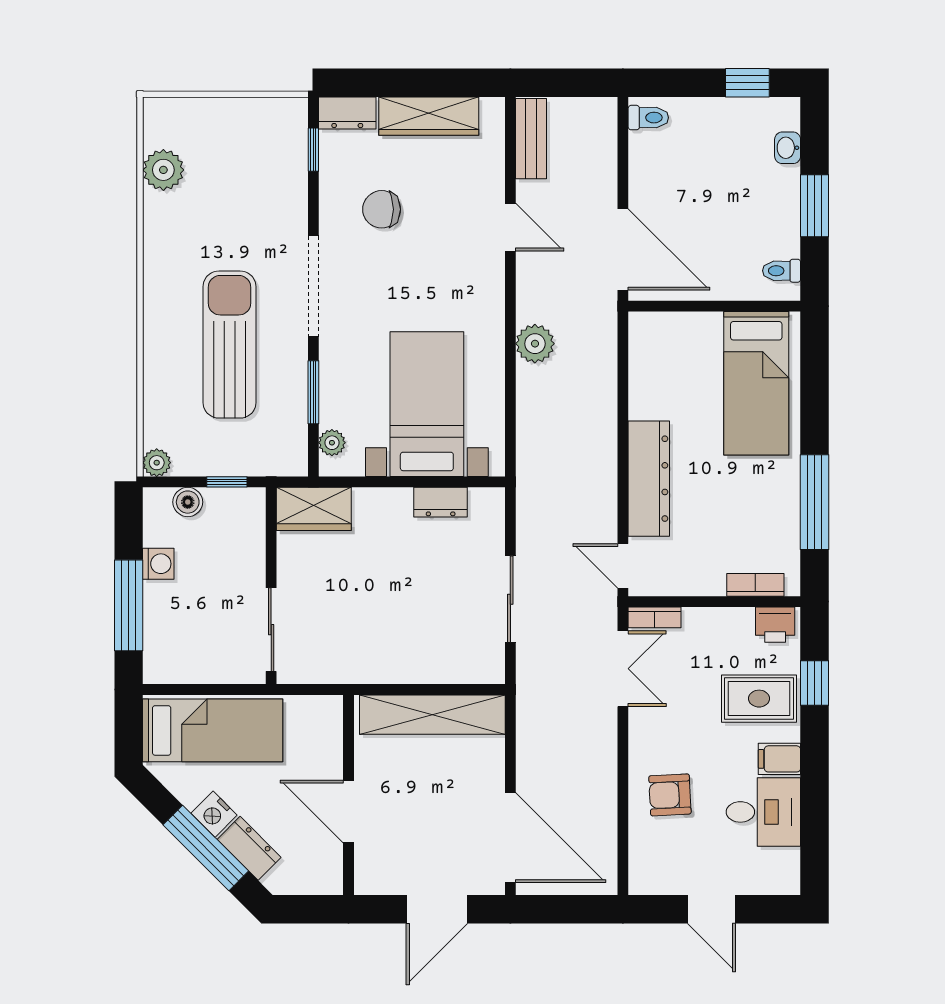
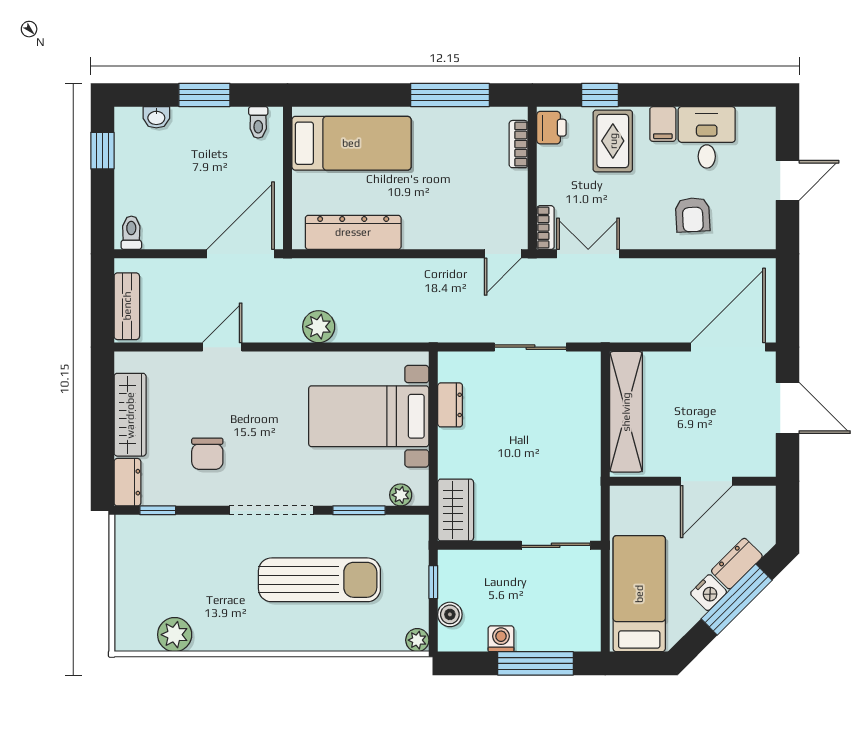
bench: (531, 139) -> (127, 306), moved, turned 90
sun lounger: (229, 345) -> (319, 580), turned 180
dresser: (649, 479) -> (353, 232), moved

